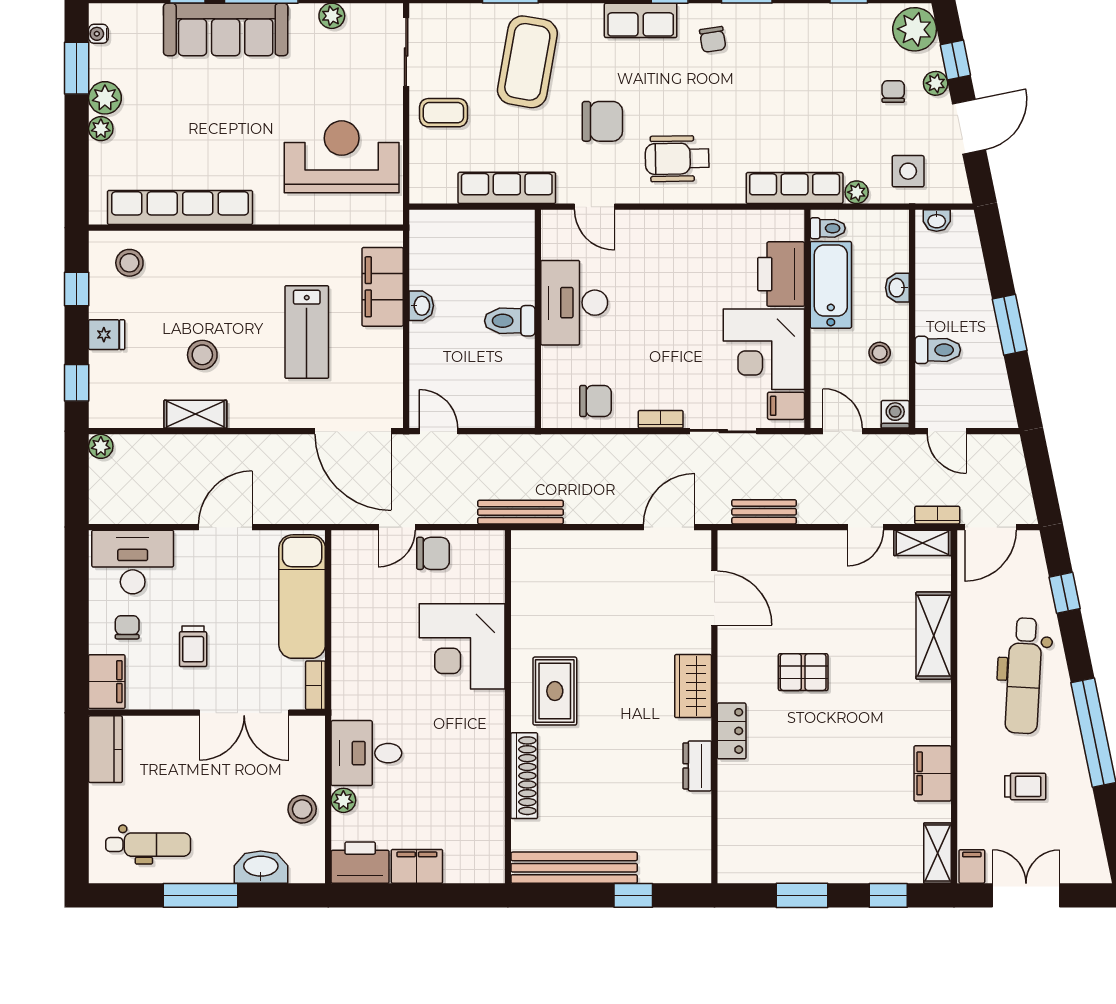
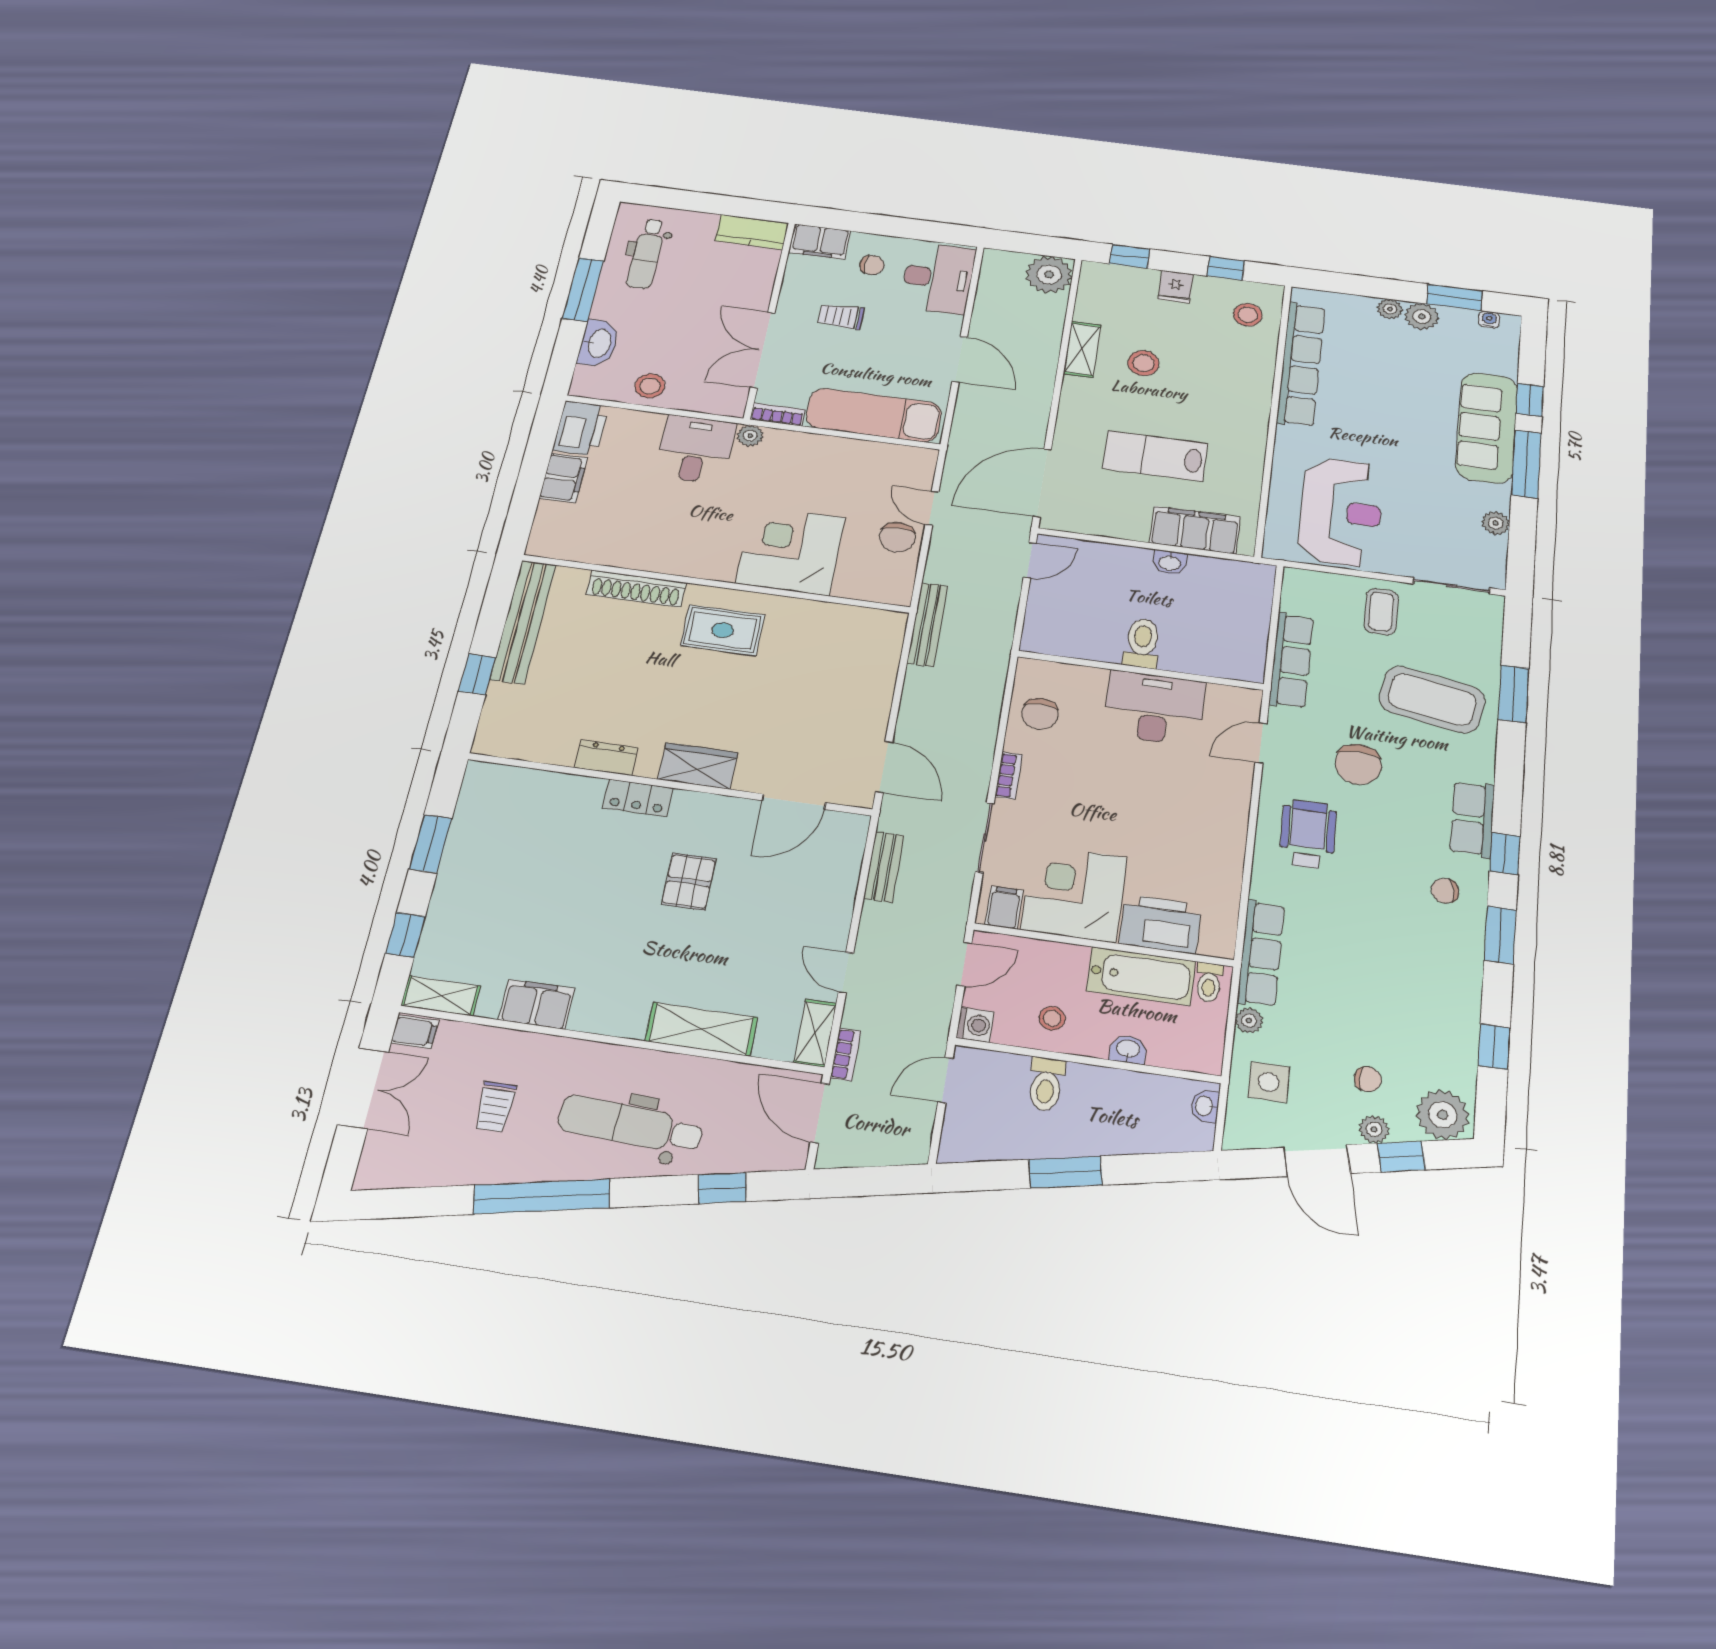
plant: (101, 446) -> (1049, 275), width x1.88, depth x1.88
plant: (343, 800) -> (750, 436), moved

